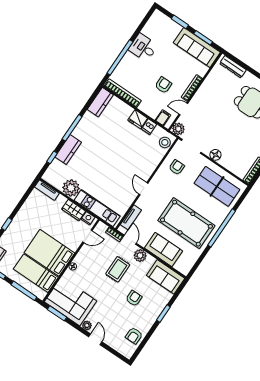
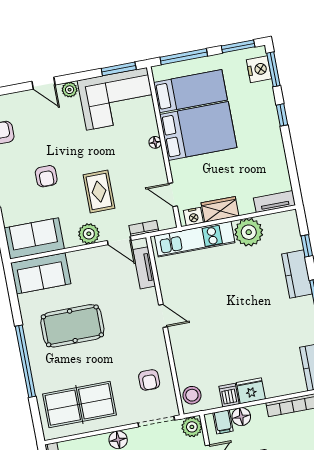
floor lamp: (153, 112) -> (241, 417), added
pool table: (186, 223) -> (72, 326), width x0.73, depth x0.76
door: (87, 236) -> (173, 195), hinge flipped
sofa: (164, 249) -> (41, 273), moved

